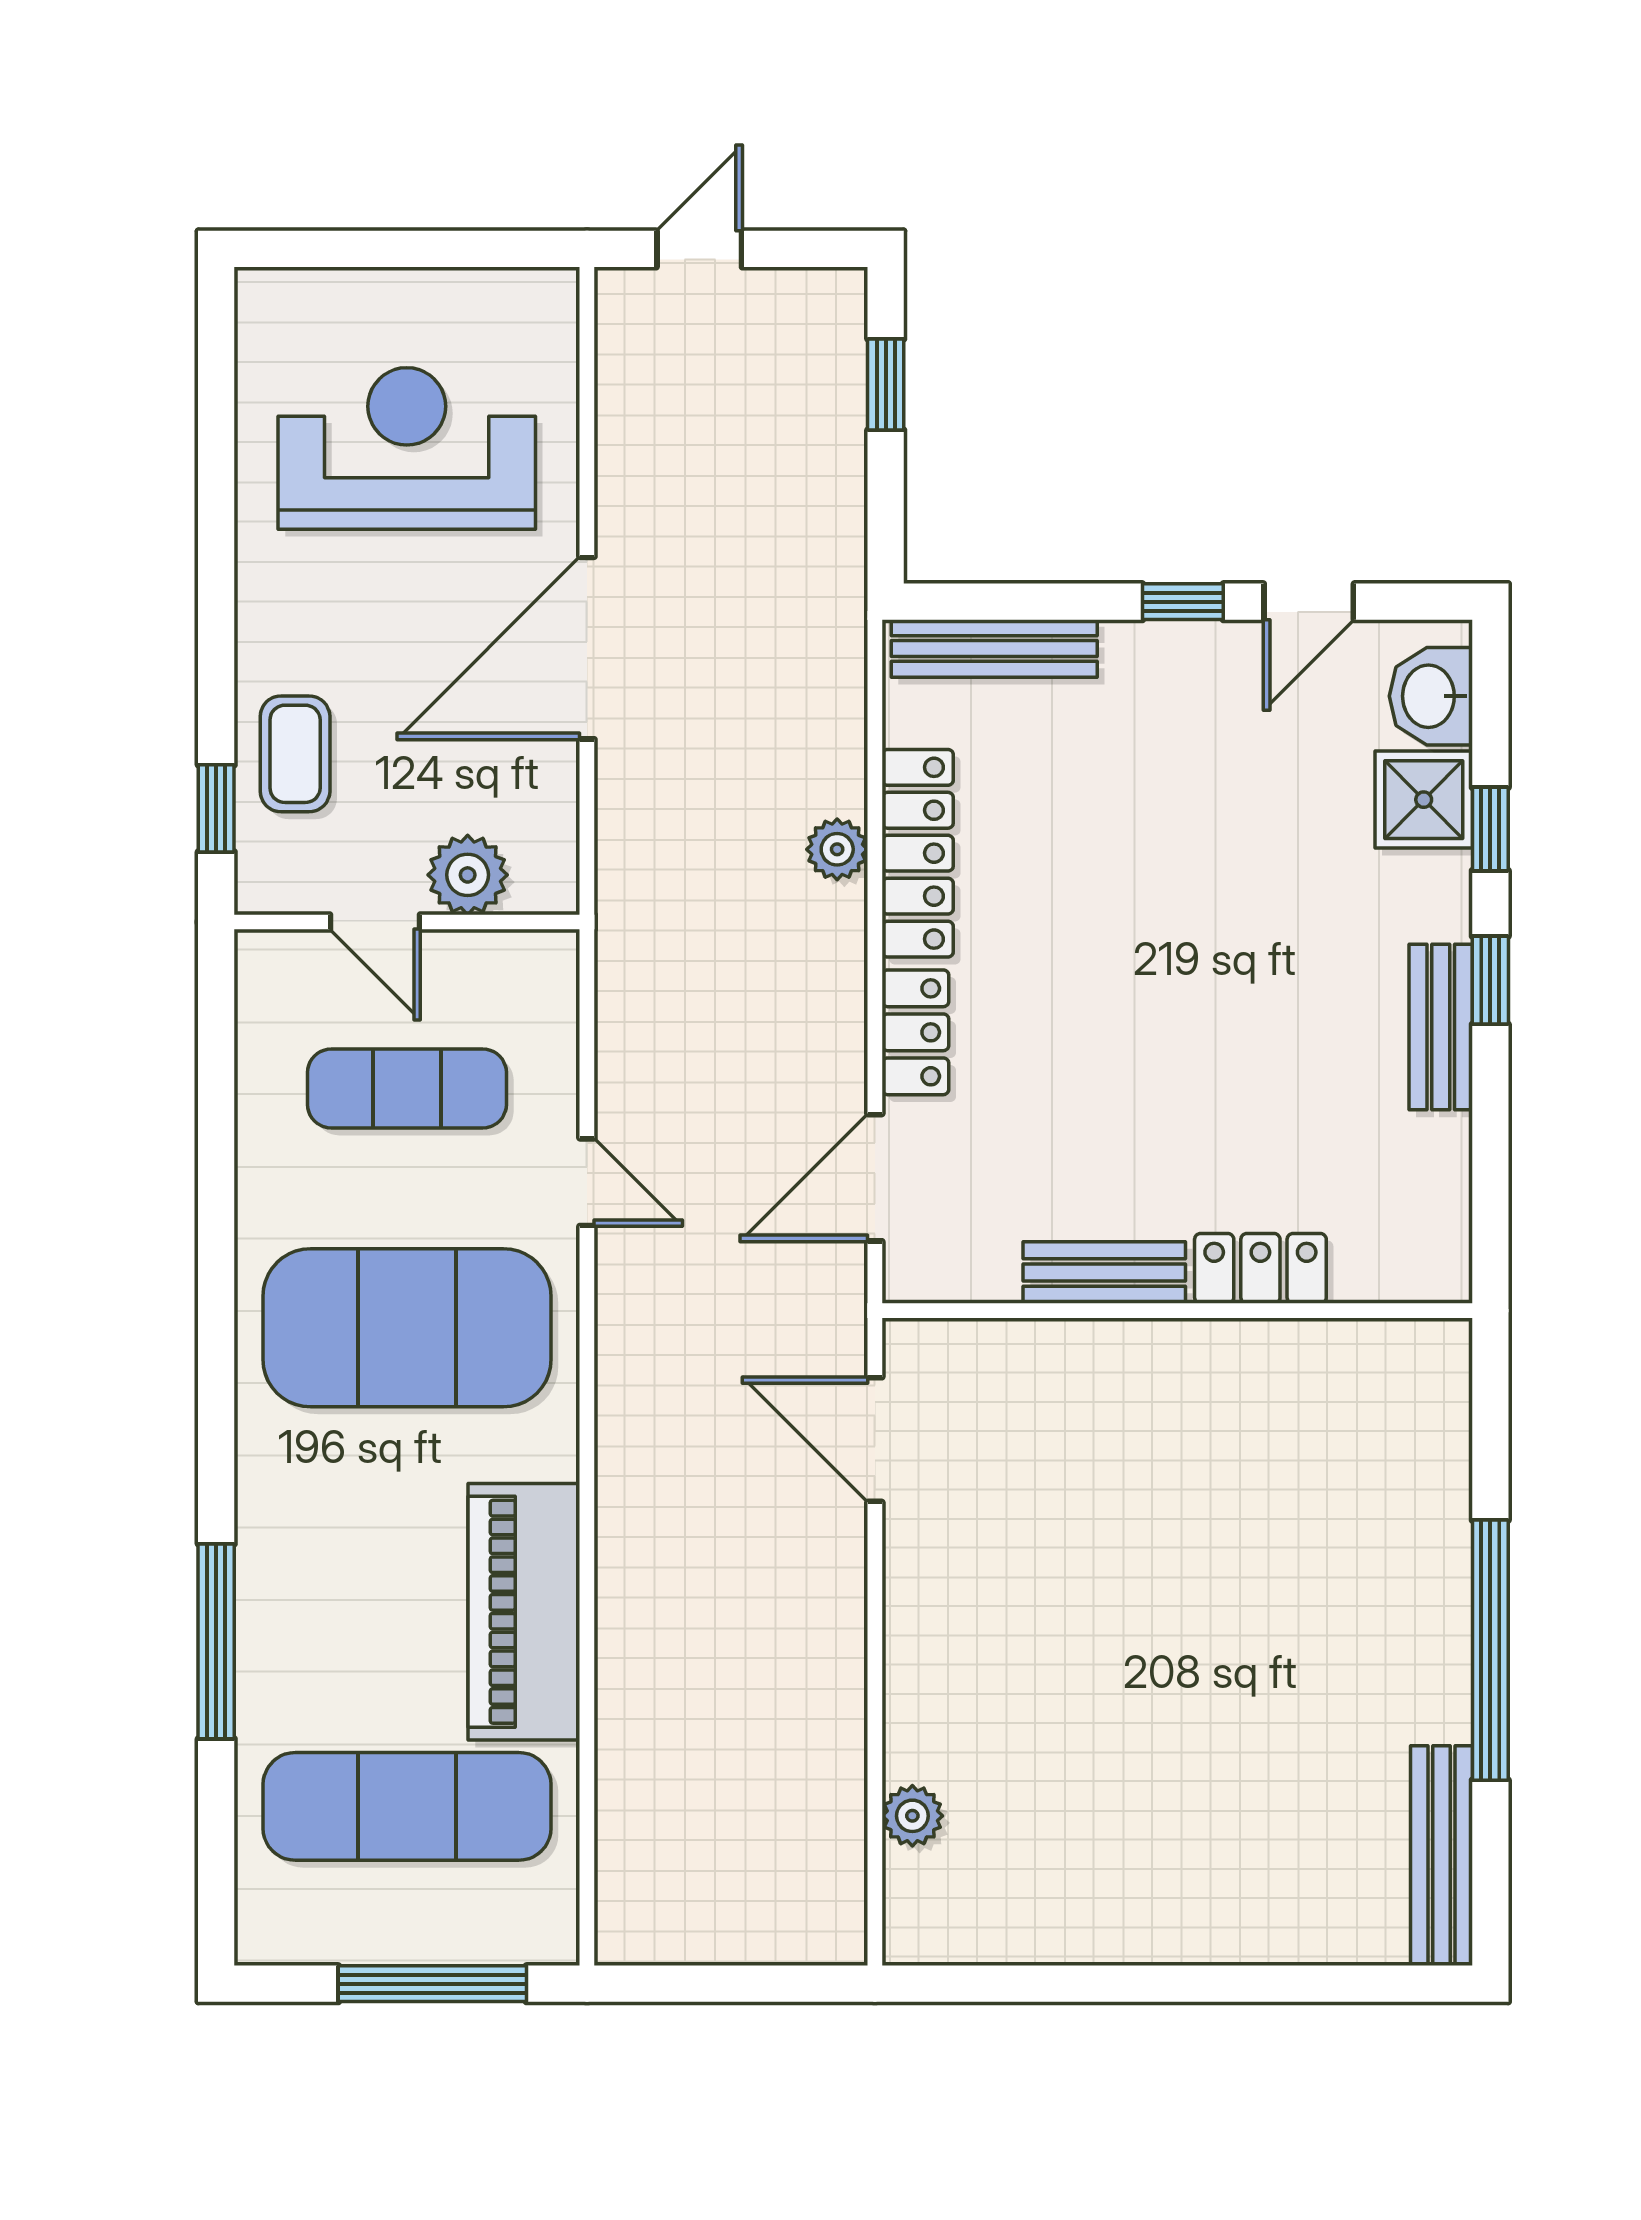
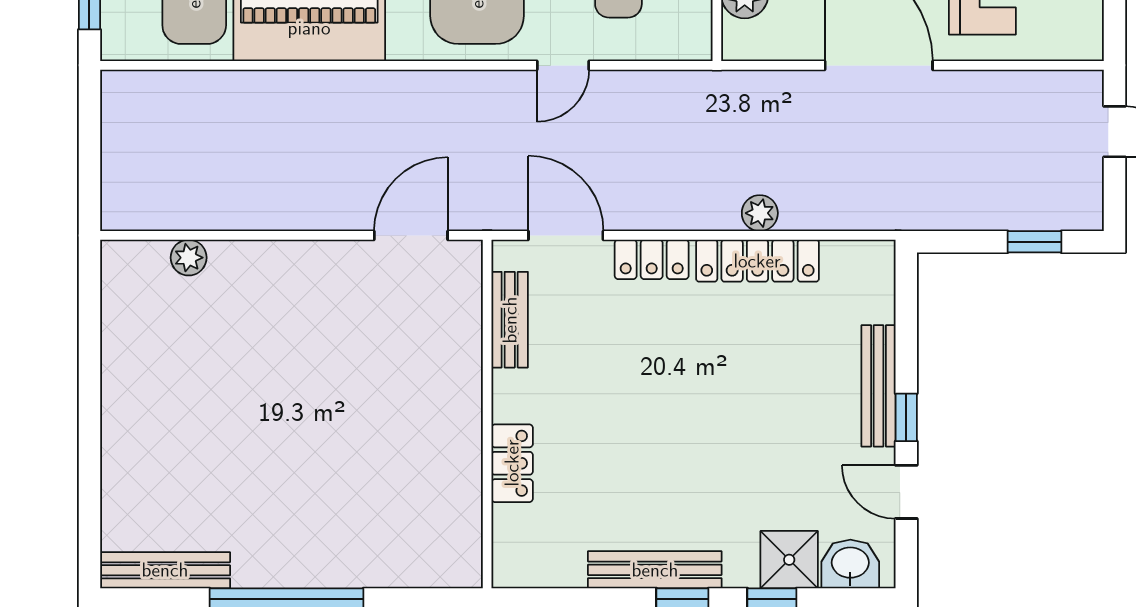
bench: (994, 648) -> (878, 386), moved
bench: (1441, 1027) -> (655, 570), width x1.36
bench: (1104, 1273) -> (510, 320), moved

